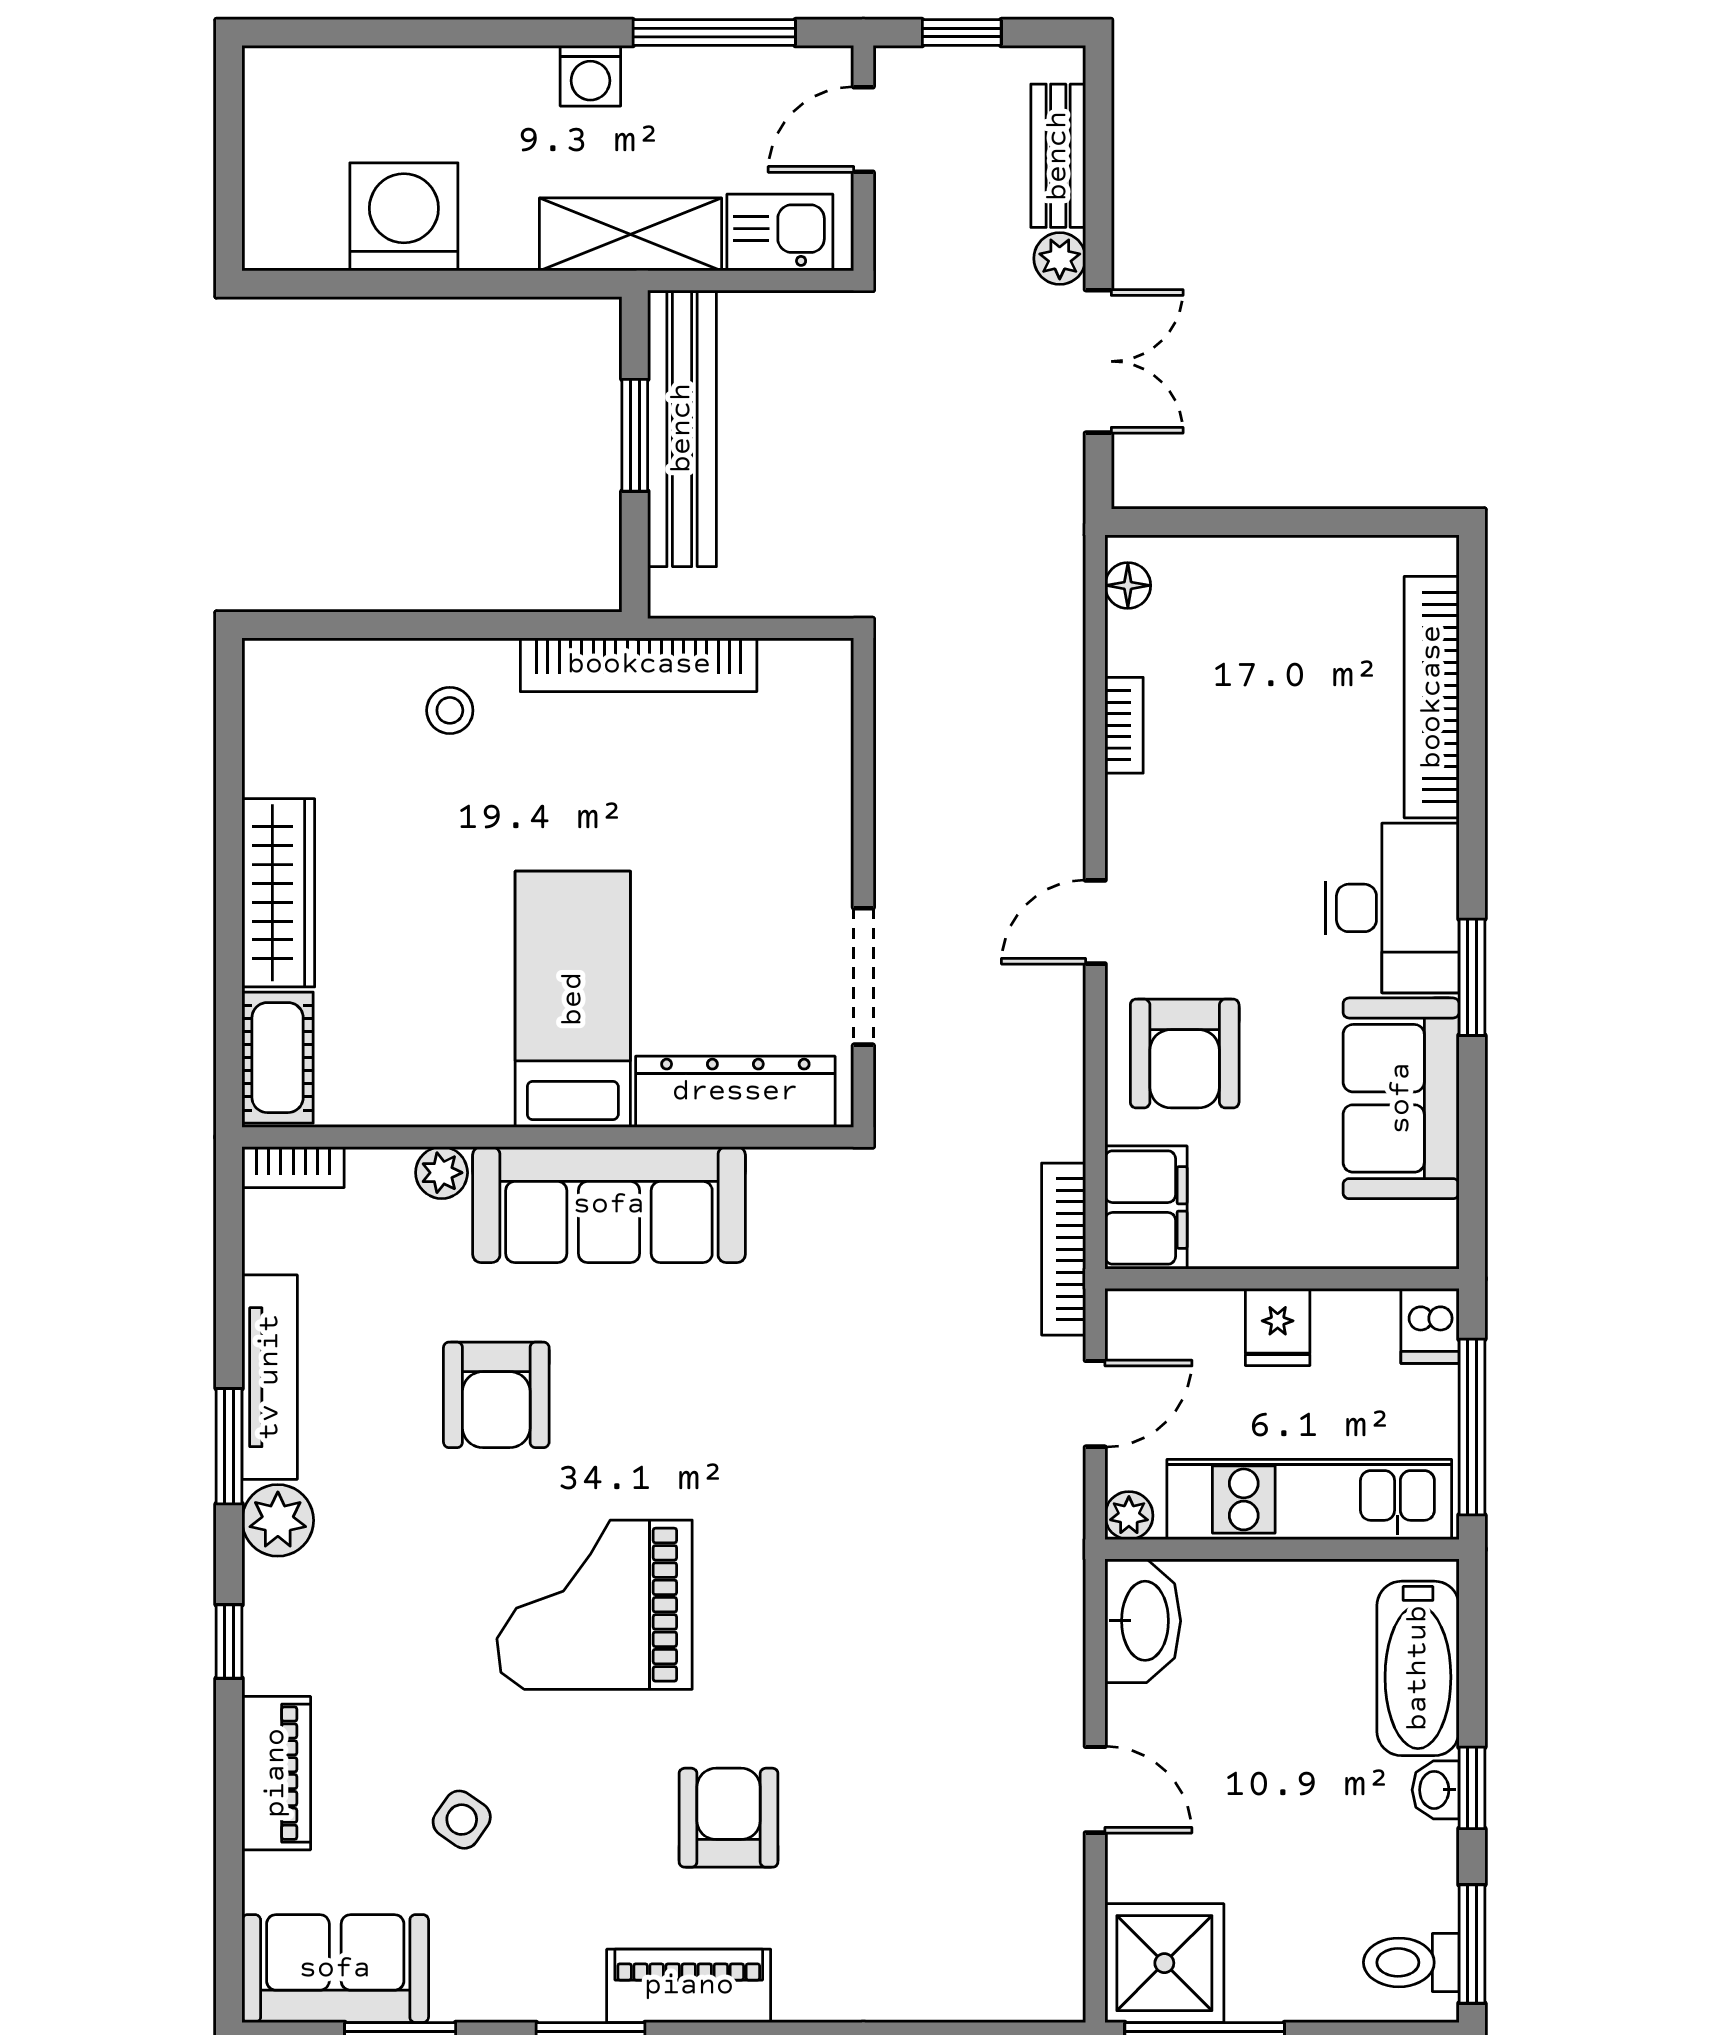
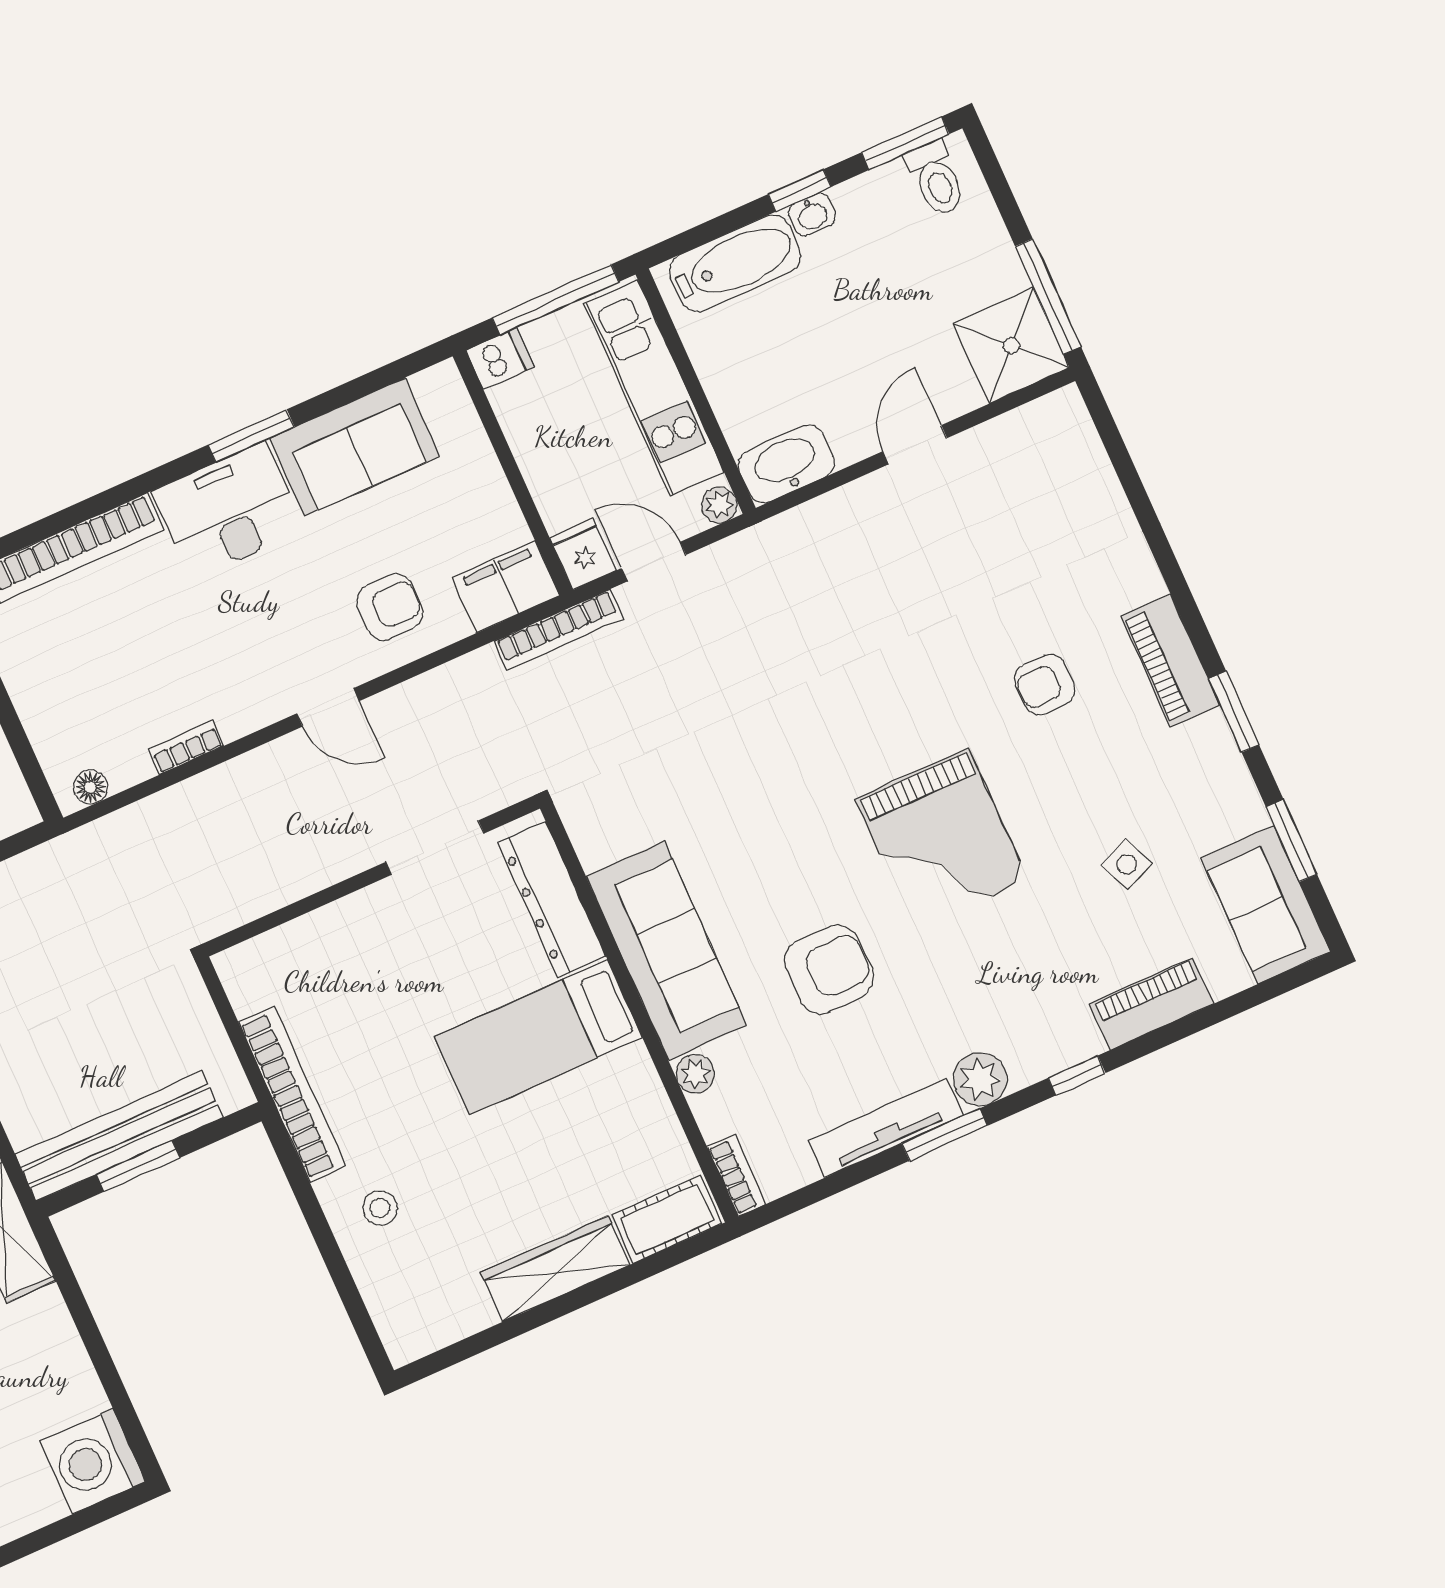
washing machine: (404, 217) -> (93, 1461), moved
armchair: (1185, 1053) -> (390, 607), width x0.72, depth x0.72
fridge: (1278, 1327) -> (583, 554), moved, turned -90
armchair: (729, 1818) -> (1045, 684), width x0.72, depth x0.72
side table: (462, 1820) -> (1127, 864), turned 32

